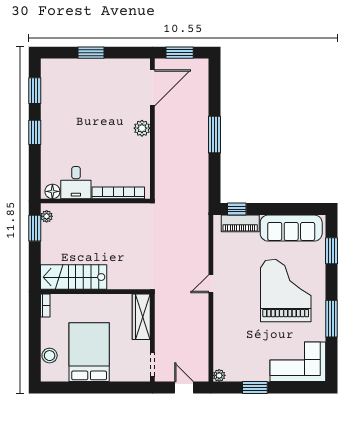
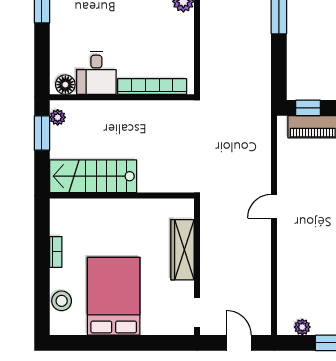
stairs: (74, 277) -> (93, 176), moved
wall: (95, 292) -> (122, 195), moved
bookcase: (45, 306) -> (56, 252), moved
plant: (219, 375) -> (302, 327), moved

